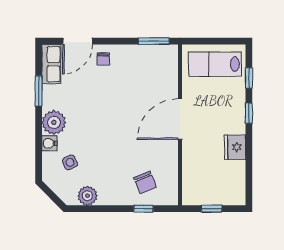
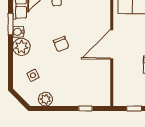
water cooler: (49, 143) -> (18, 32), moved
chair: (145, 182) -> (61, 44), moved

